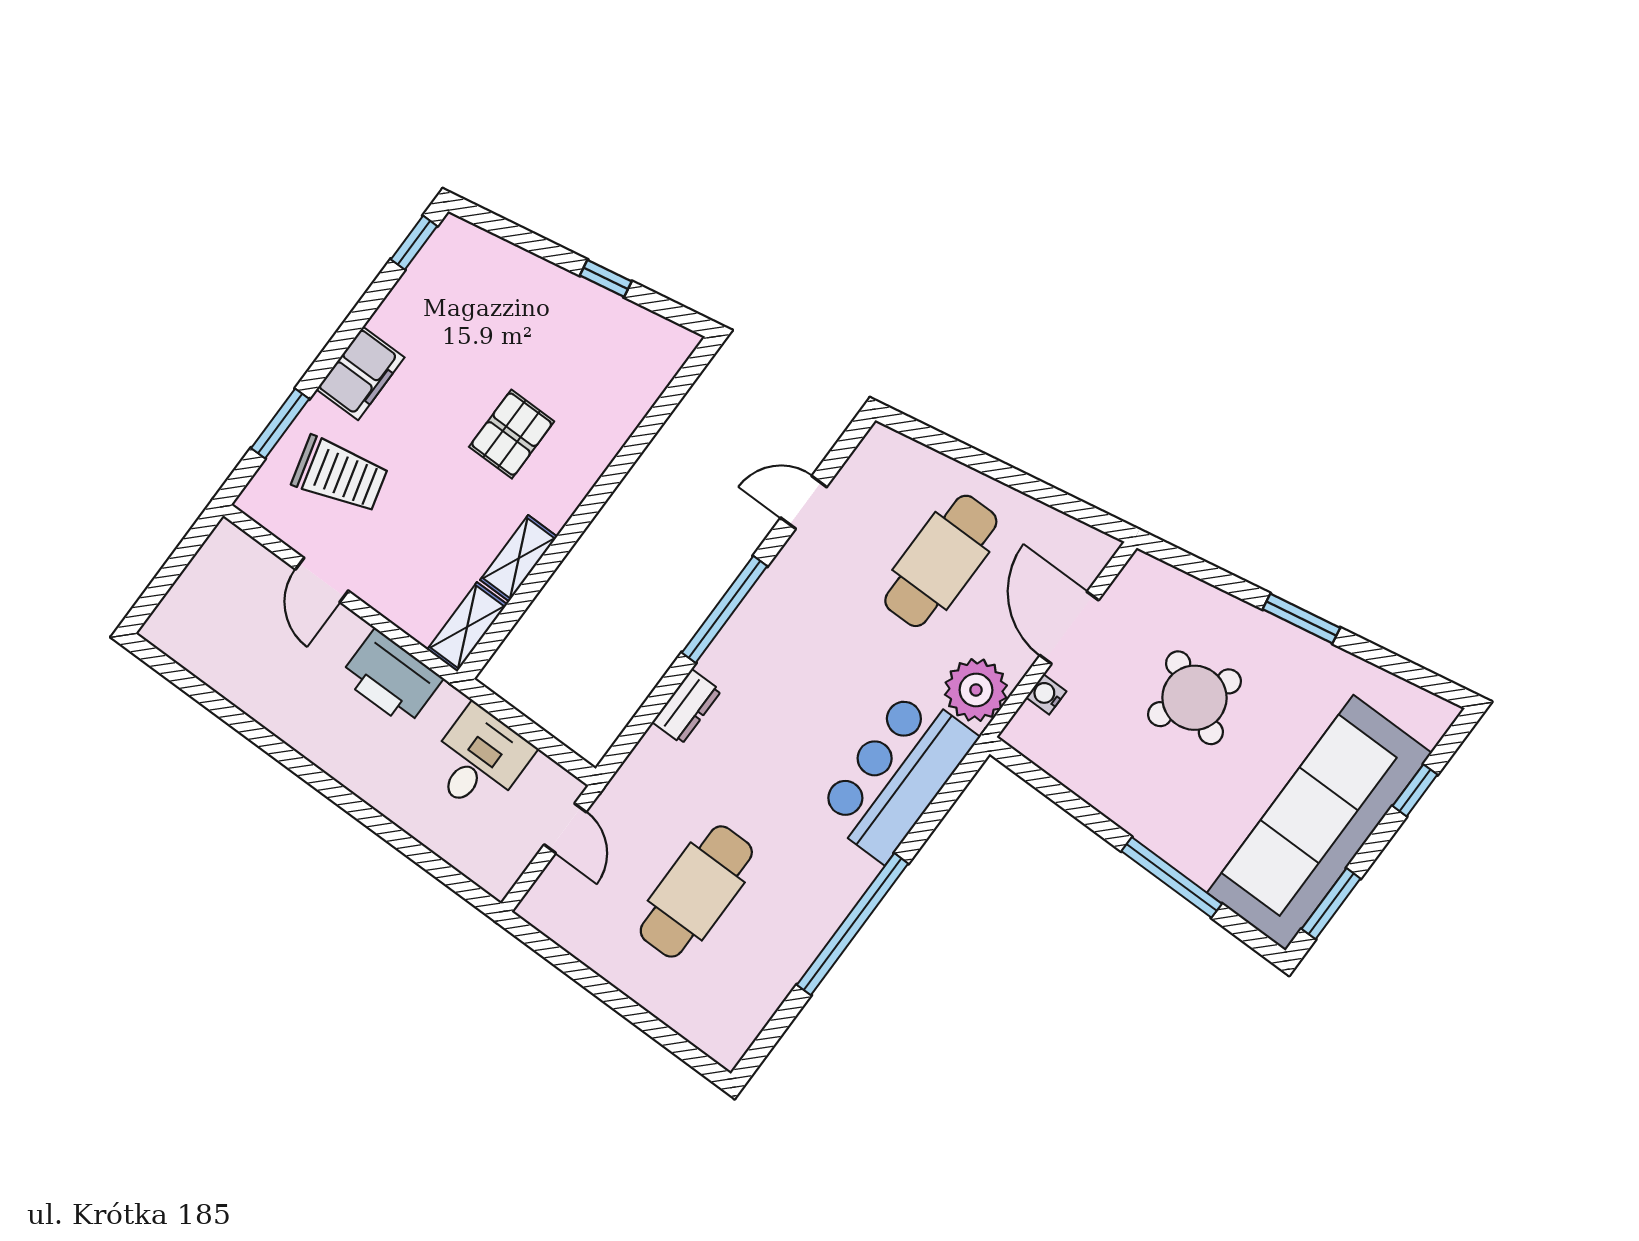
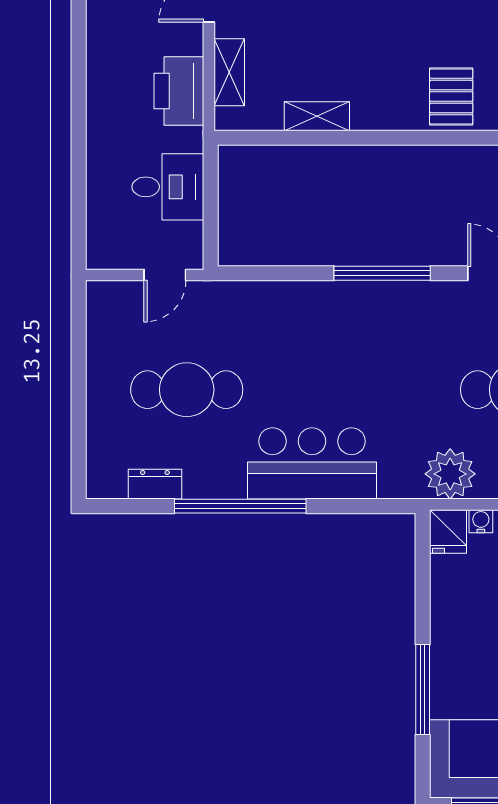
pallet: (512, 434) -> (451, 97), moved, turned 90
shelving: (467, 627) -> (229, 72), moved, turned 90
dresser: (687, 706) -> (155, 484), moved, turned 180
fridge: (1032, 735) -> (448, 532), added
bar counter: (897, 775) -> (312, 463), moved

